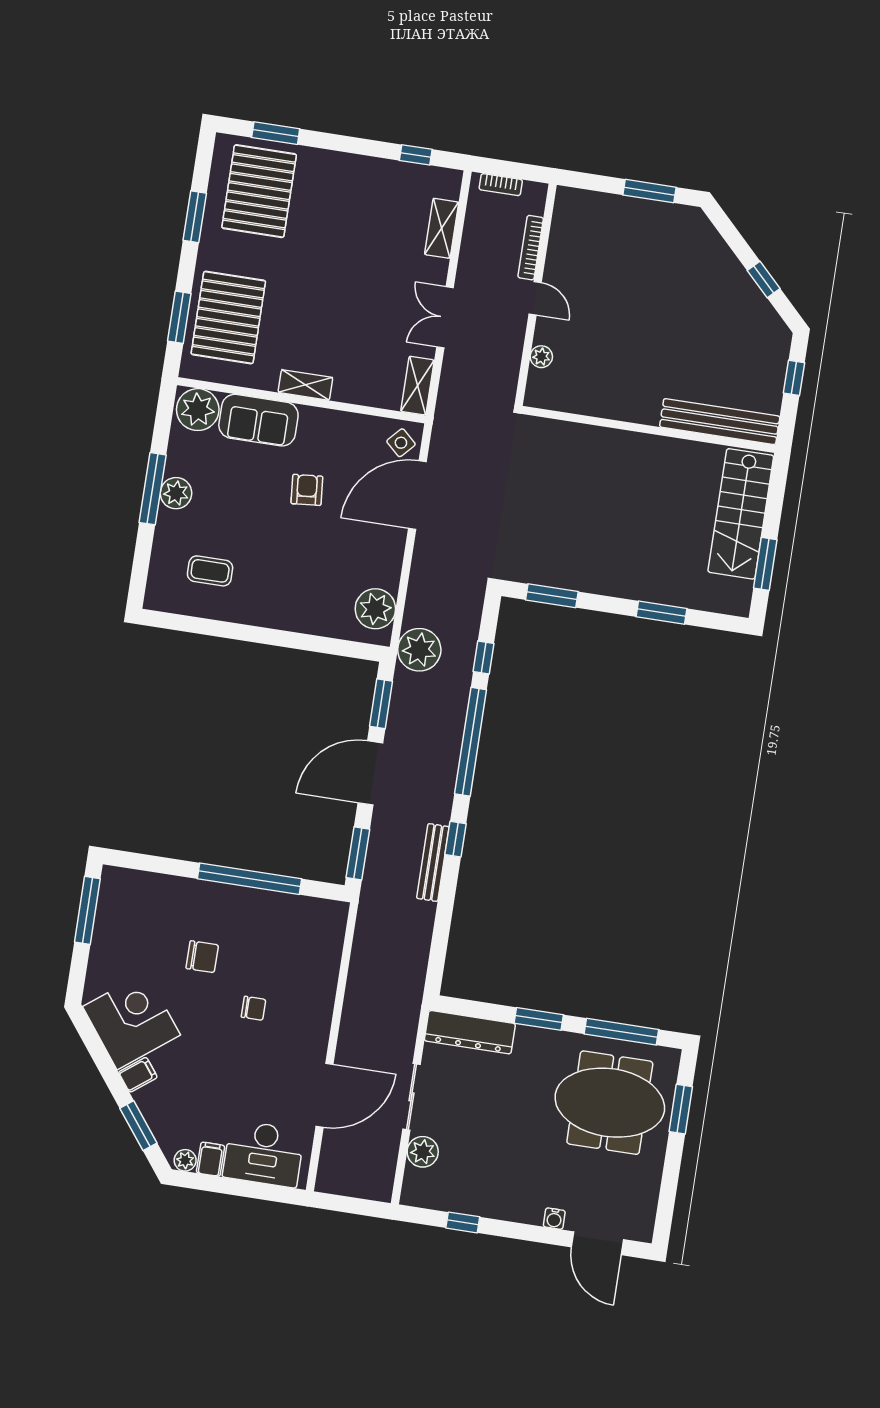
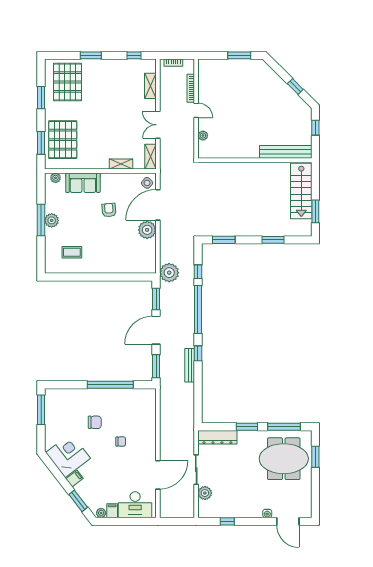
window: (276, 133) -> (91, 55), moved
shelving: (305, 385) -> (121, 164), moved
plant: (198, 410) -> (56, 178), width x0.53, depth x0.53
plant: (375, 609) -> (147, 230), moved

